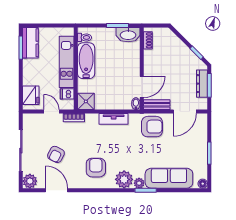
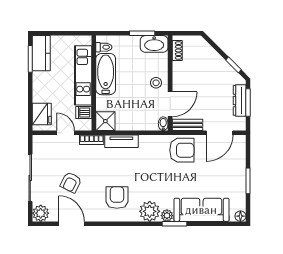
stool: (130, 68) -> (156, 83), added
tv unit: (114, 119) -> (121, 141), moved

